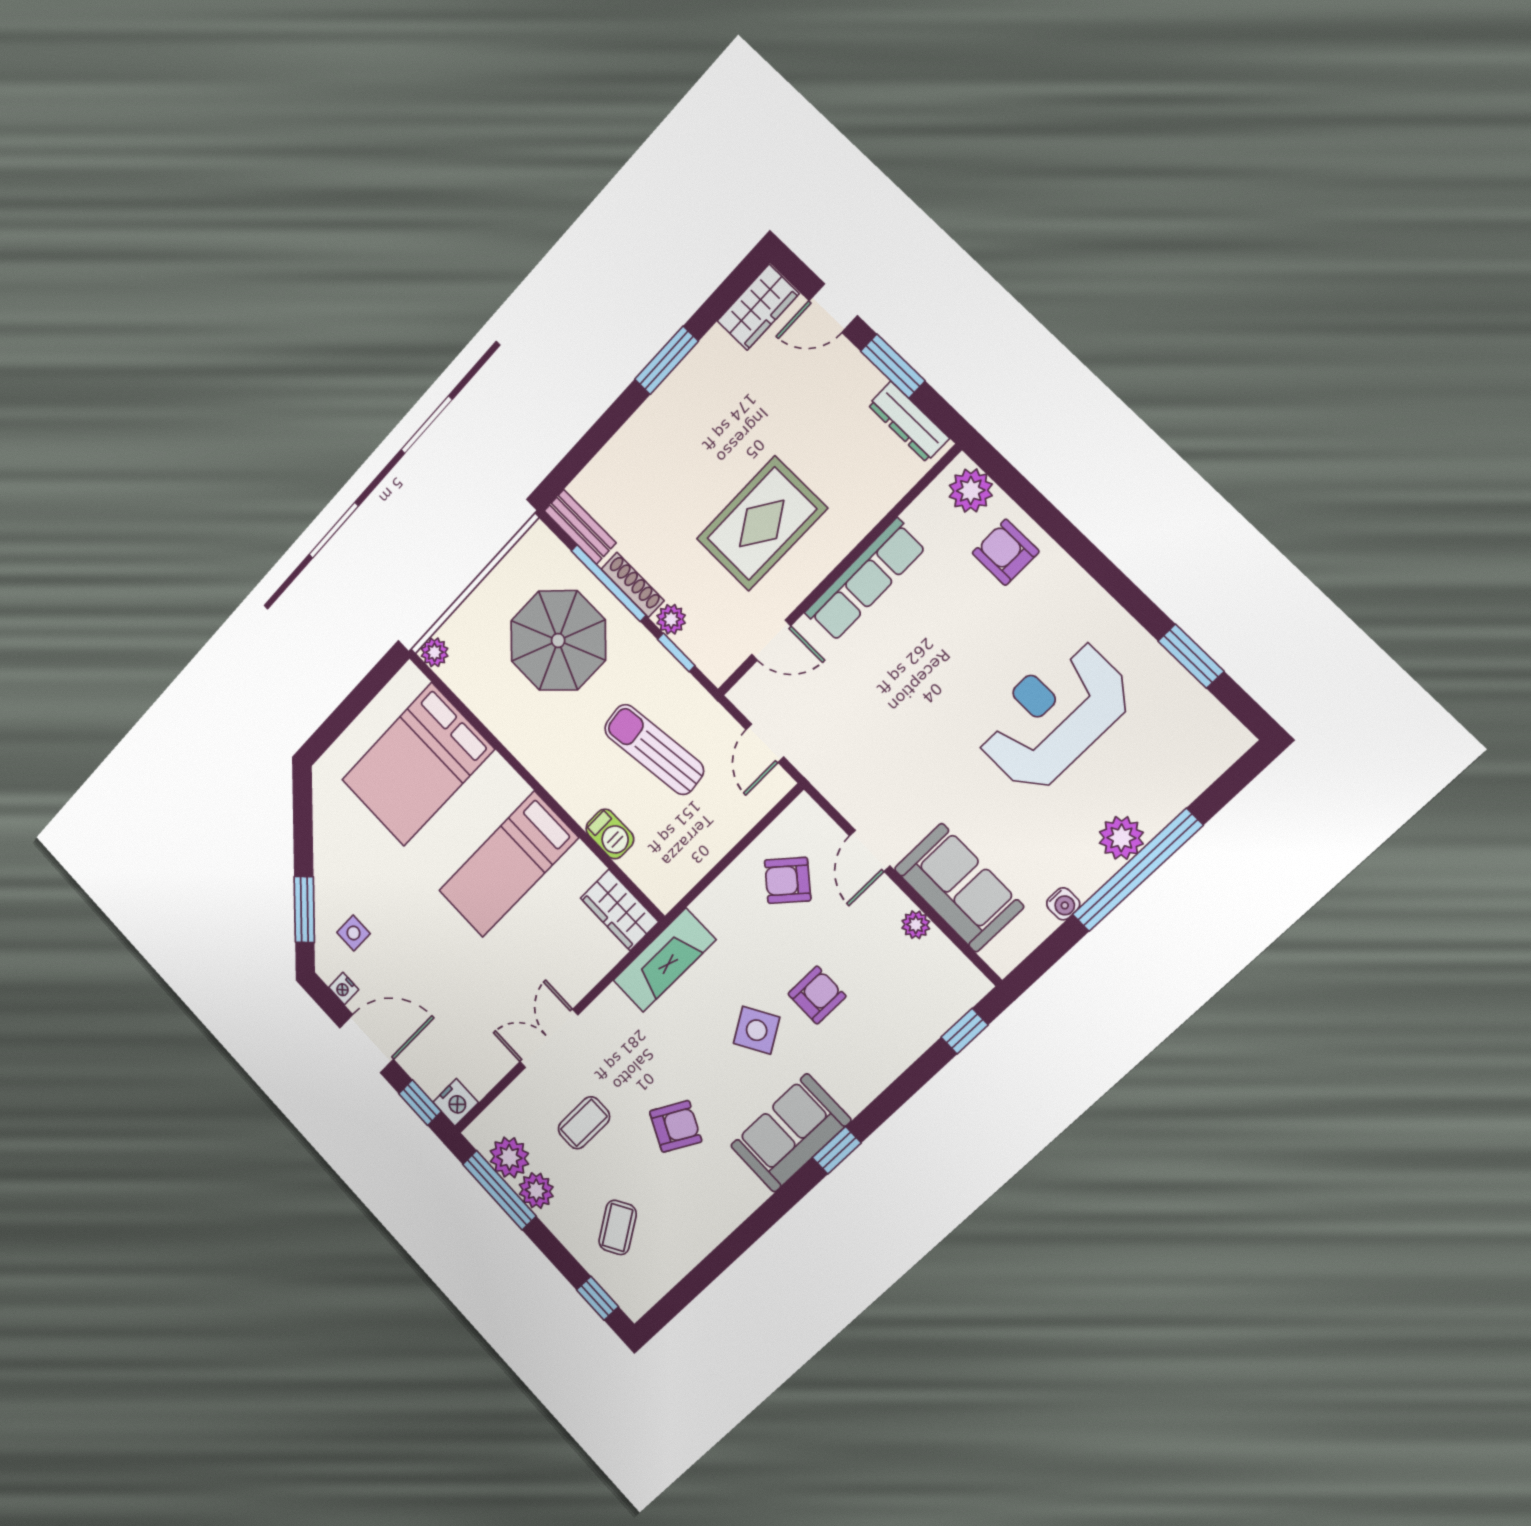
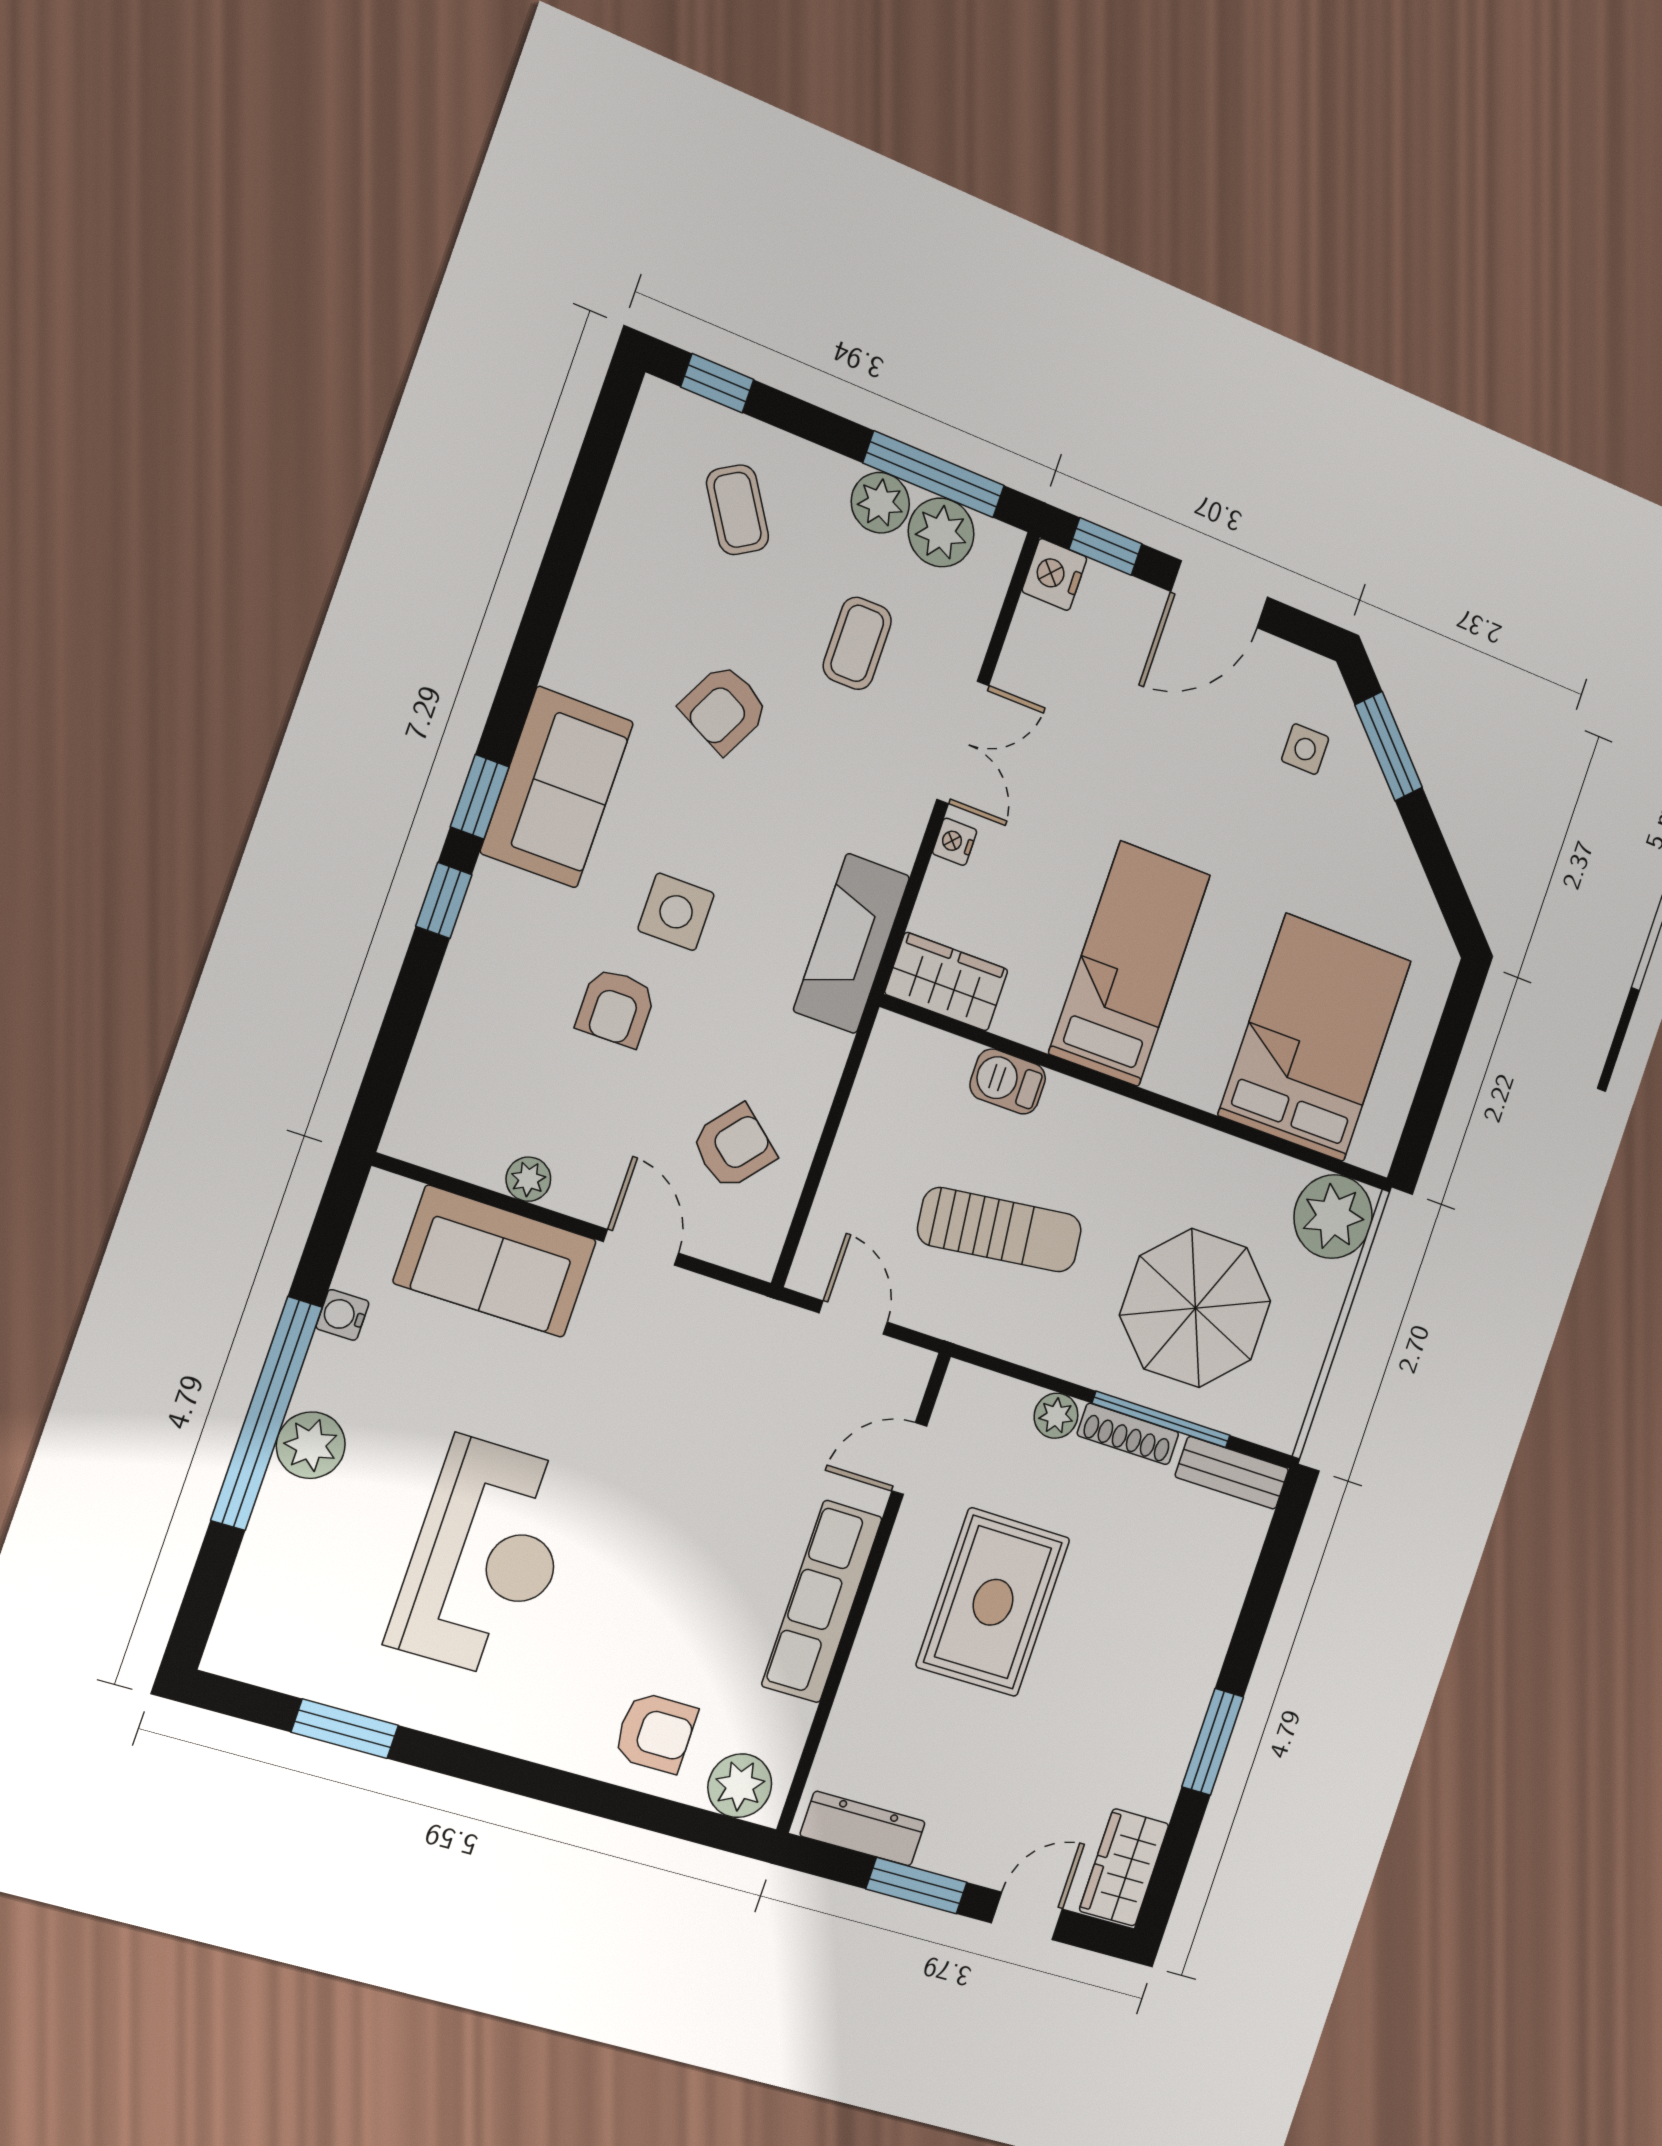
plant: (435, 652) -> (1333, 1217), width x1.87, depth x1.87
window: (676, 652) -> (1029, 1376), removed
nightstand: (344, 989) -> (955, 842), moved, turned -90
side table: (757, 1030) -> (676, 912), turned 31
window: (965, 1031) -> (444, 900), moved

